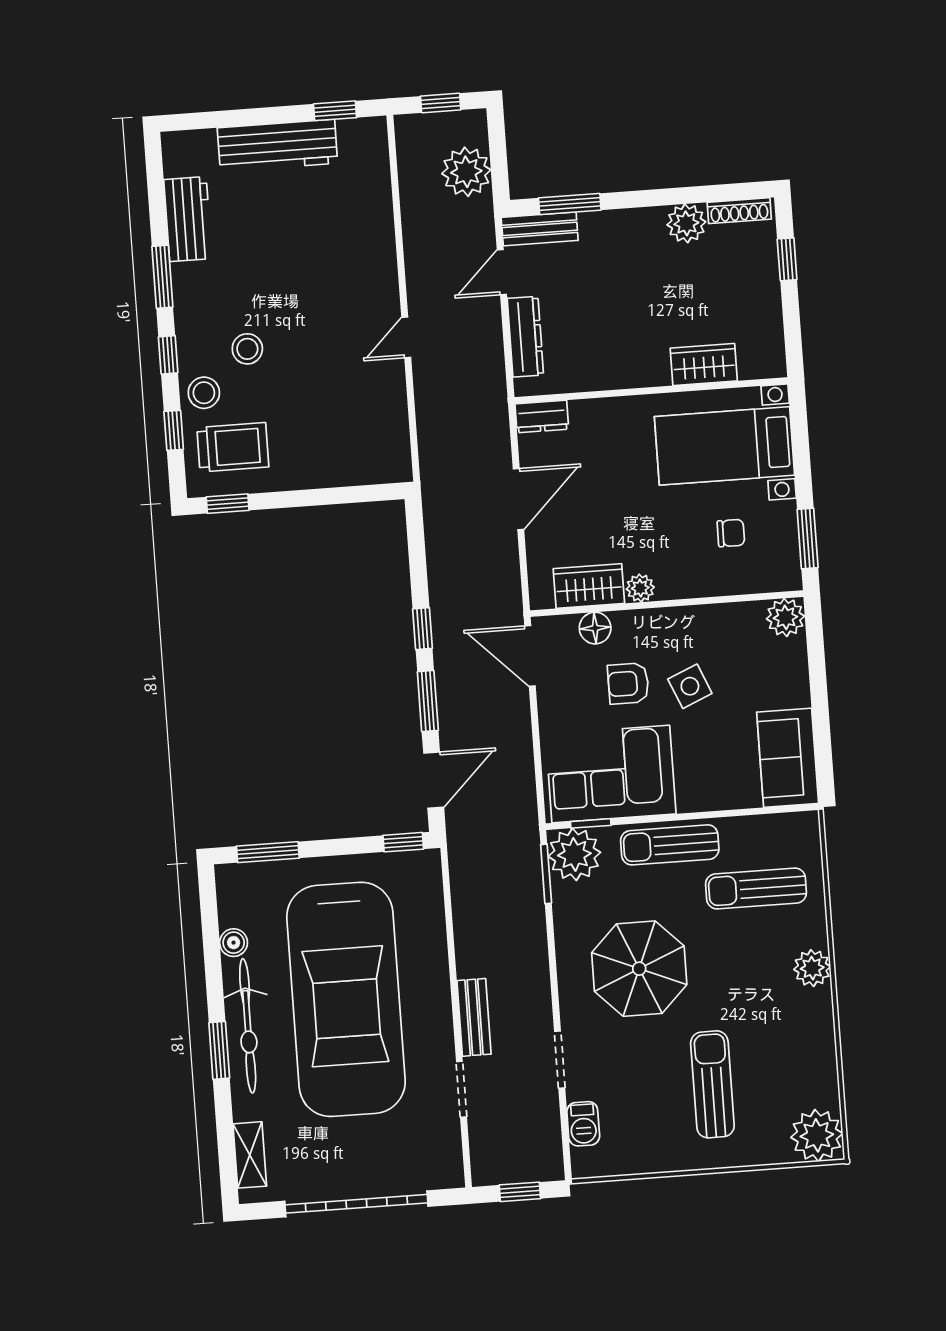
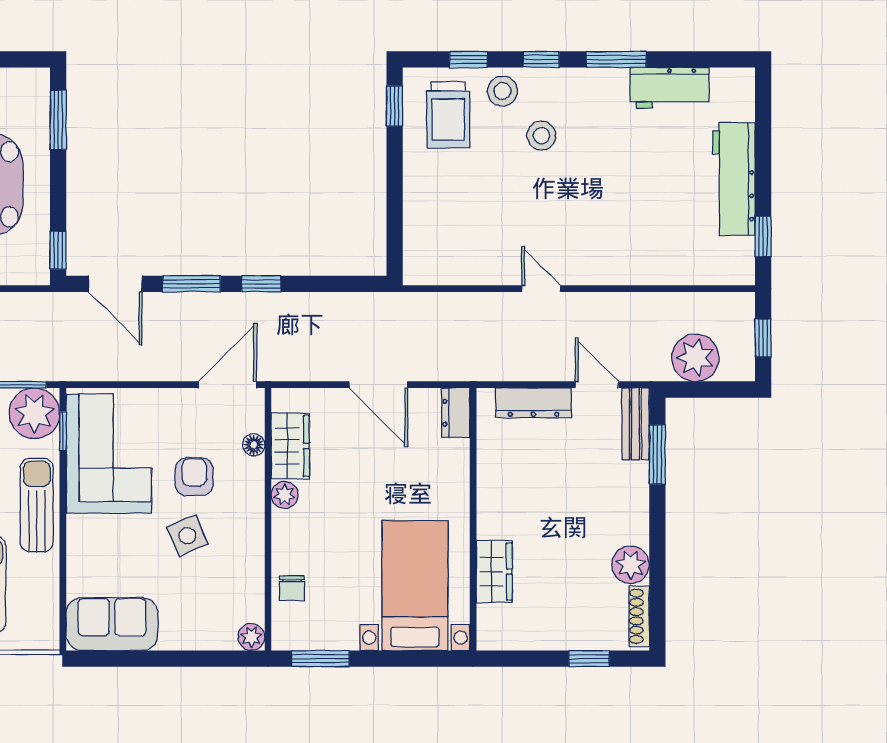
chair: (731, 533) -> (292, 588), moved
plant: (785, 617) -> (251, 637), width x0.73, depth x0.73
floor lamp: (595, 628) -> (254, 445), width x0.73, depth x0.73

